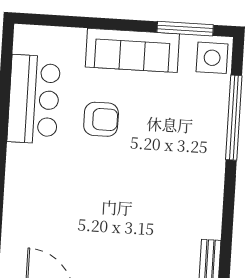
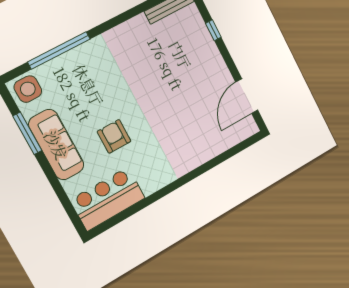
window: (185, 29) -> (27, 133), moved
bar counter: (34, 99) -> (108, 199), moved

